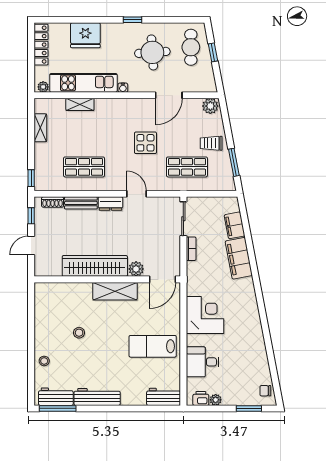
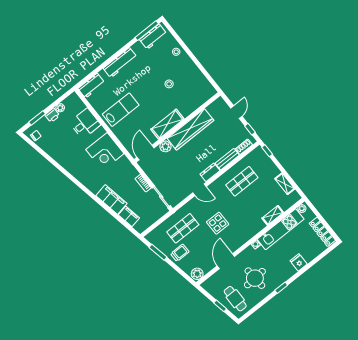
fridge: (85, 35) -> (299, 262), width x0.53, depth x0.75
workbench: (97, 397) -> (120, 63), moved
printer: (201, 398) -> (52, 115), moved

